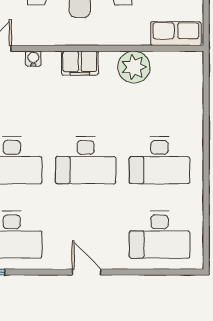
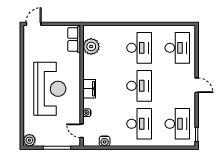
plant: (134, 67) -> (91, 46), moved
door: (87, 272) -> (197, 85), swing flipped

